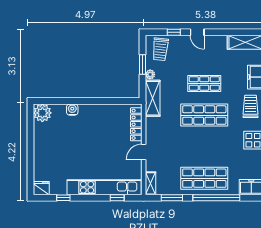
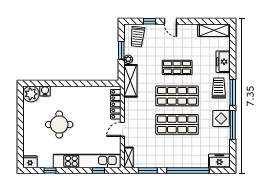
water cooler: (72, 110) -> (45, 91), moved
round table: (74, 147) -> (59, 125), added
shop shelf: (204, 178) -> (177, 124), moved

